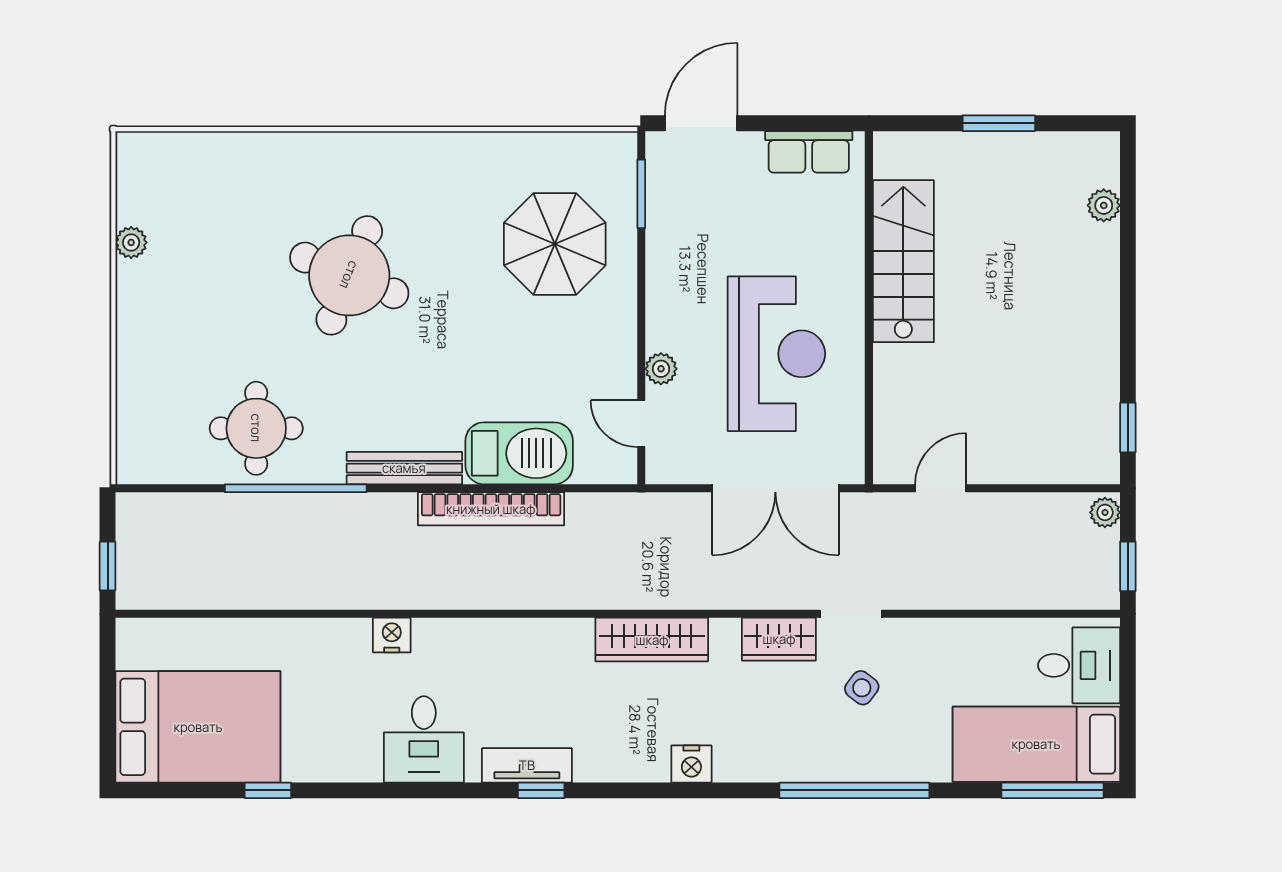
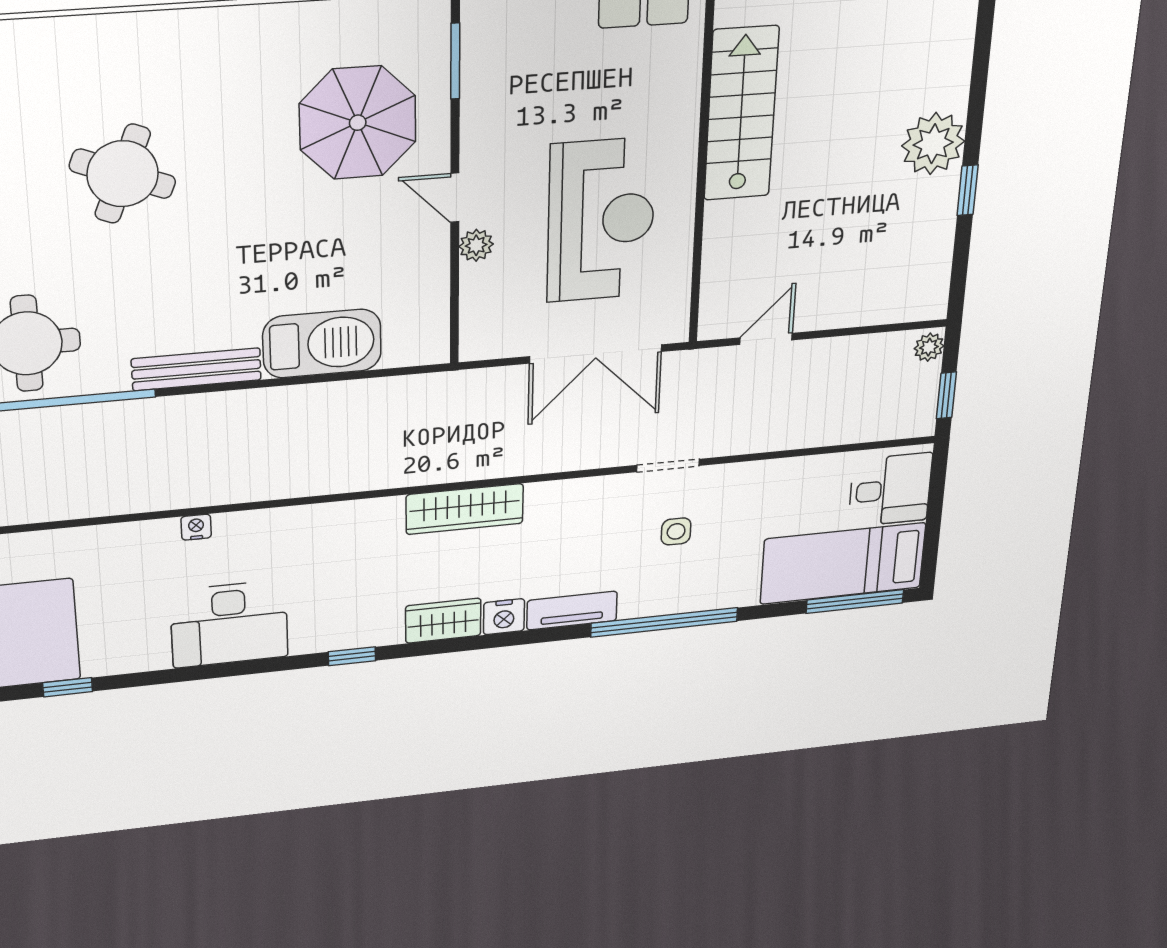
plant: (1104, 205) -> (933, 144), moved, width x1.88, depth x1.88
round table: (349, 275) -> (123, 174), width x0.73, depth x0.73
door: (641, 424) -> (455, 198), moved
window: (1128, 428) -> (968, 190), moved
bookcase: (491, 509) -> (293, 401), removed
nightstand: (392, 635) -> (196, 527), width x0.72, depth x0.74
wardrobe: (779, 639) -> (443, 621), moved, turned 180
side table: (862, 688) -> (676, 531), turned -37
desk: (424, 739) -> (229, 624), width x1.37
tv unit: (527, 765) -> (572, 611), moved

